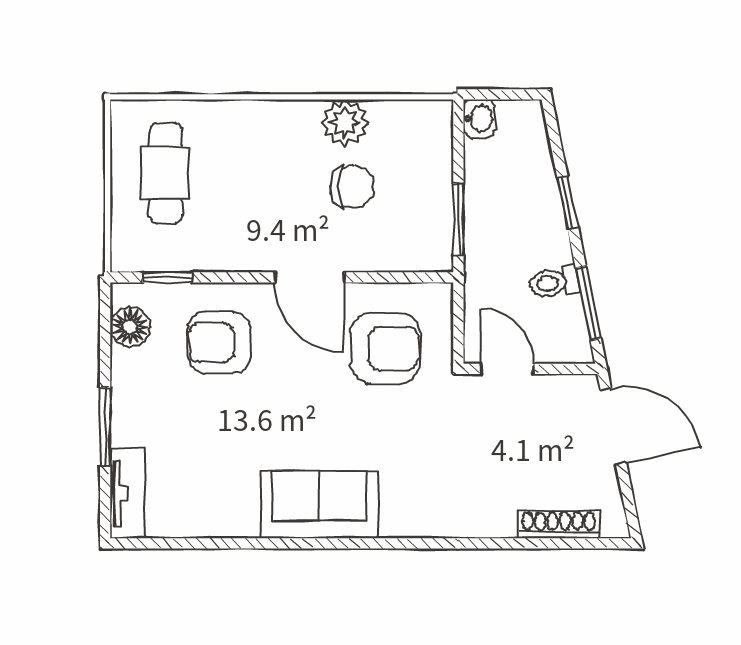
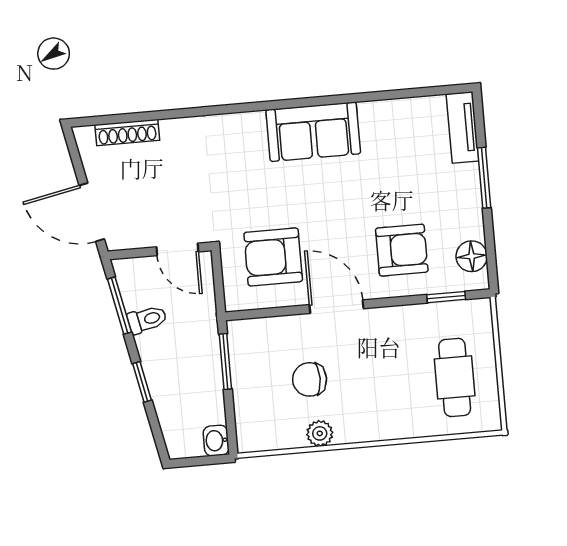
plant: (345, 123) -> (320, 433), width x0.73, depth x0.73

